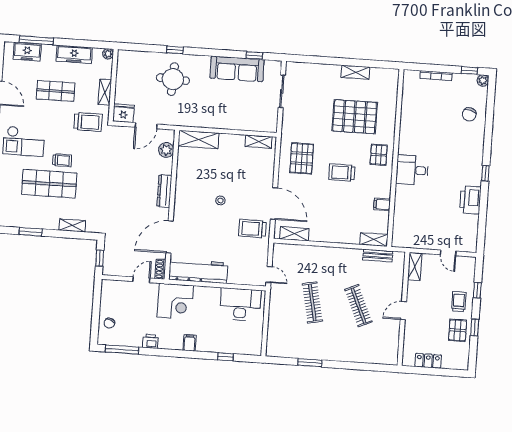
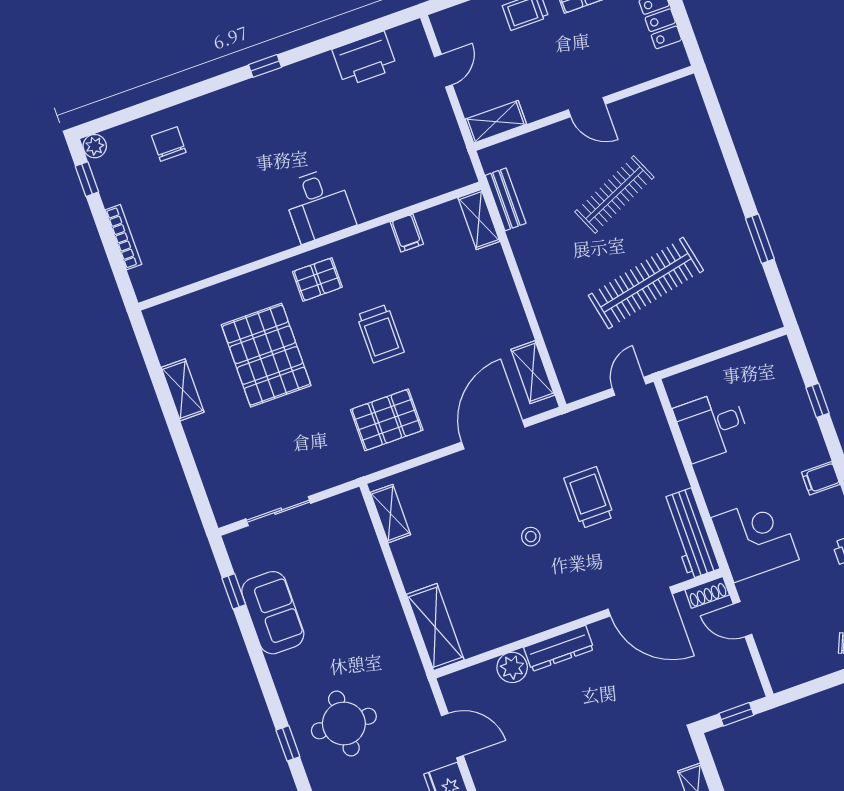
sofa: (237, 69) -> (273, 613), width x0.73
chair: (469, 114) -> (169, 144), turned -104
plant: (166, 150) -> (512, 667), moved
printer: (470, 200) -> (365, 59), moved
trolley: (252, 229) -> (589, 498), moved, turned 180
workbench: (198, 271) -> (691, 533), width x0.73, depth x0.76
clothes rail: (312, 302) -> (646, 283), width x1.37, depth x1.31
desk: (240, 304) -> (712, 426), width x0.73

